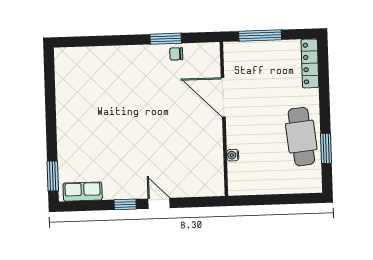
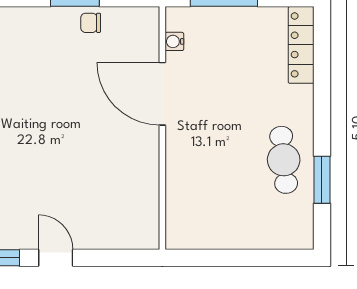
cafe table: (301, 137) -> (284, 160), width x0.73, depth x0.74
water cooler: (233, 155) -> (174, 41), moved

